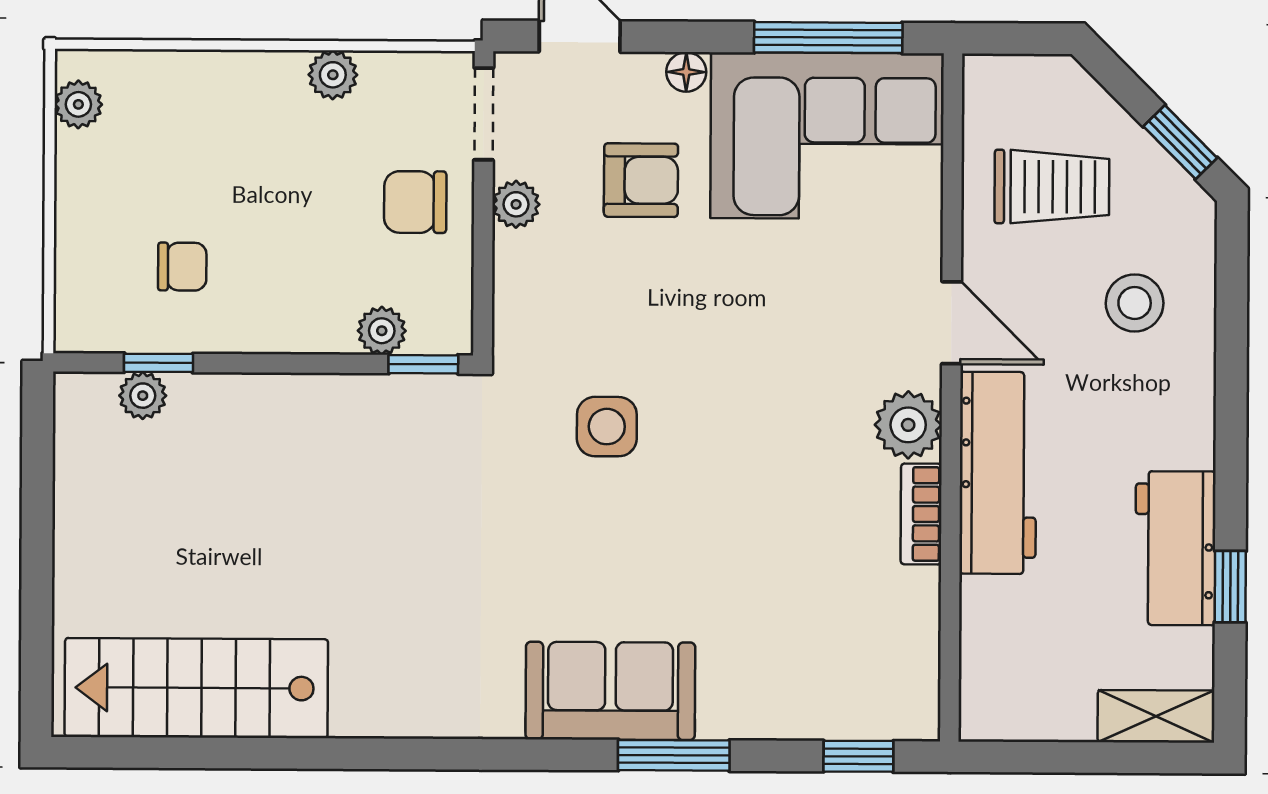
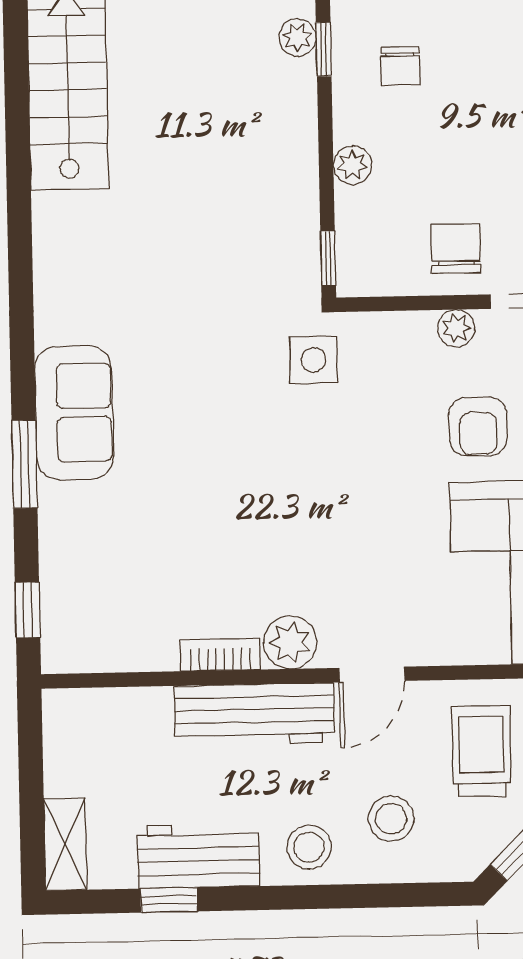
trolley: (1052, 187) -> (481, 751), turned 180
plant: (382, 331) -> (352, 165), moved
stool: (1168, 408) -> (309, 847), added
side table: (607, 427) -> (313, 360), moved

